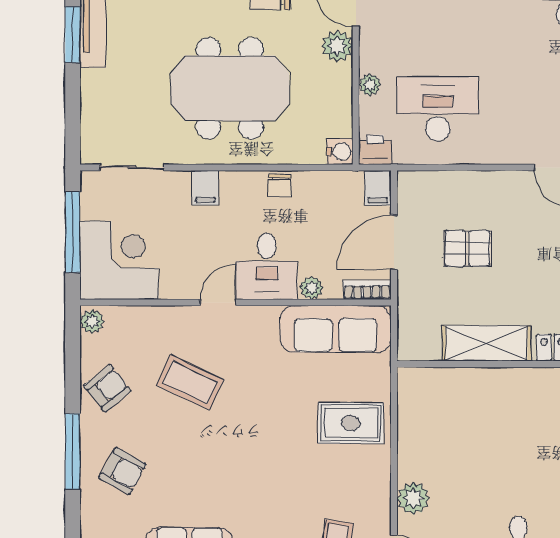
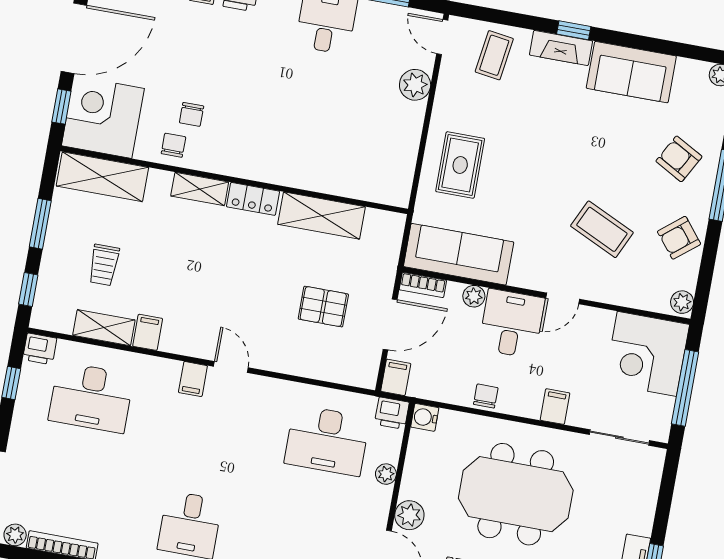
rug: (351, 423) -> (460, 165), turned 90

